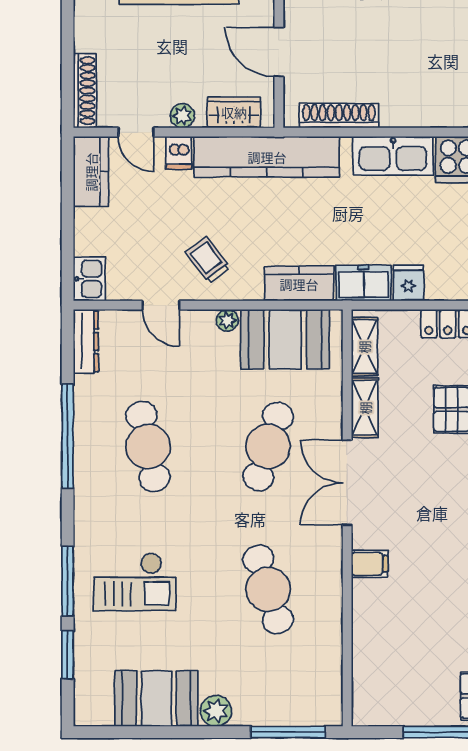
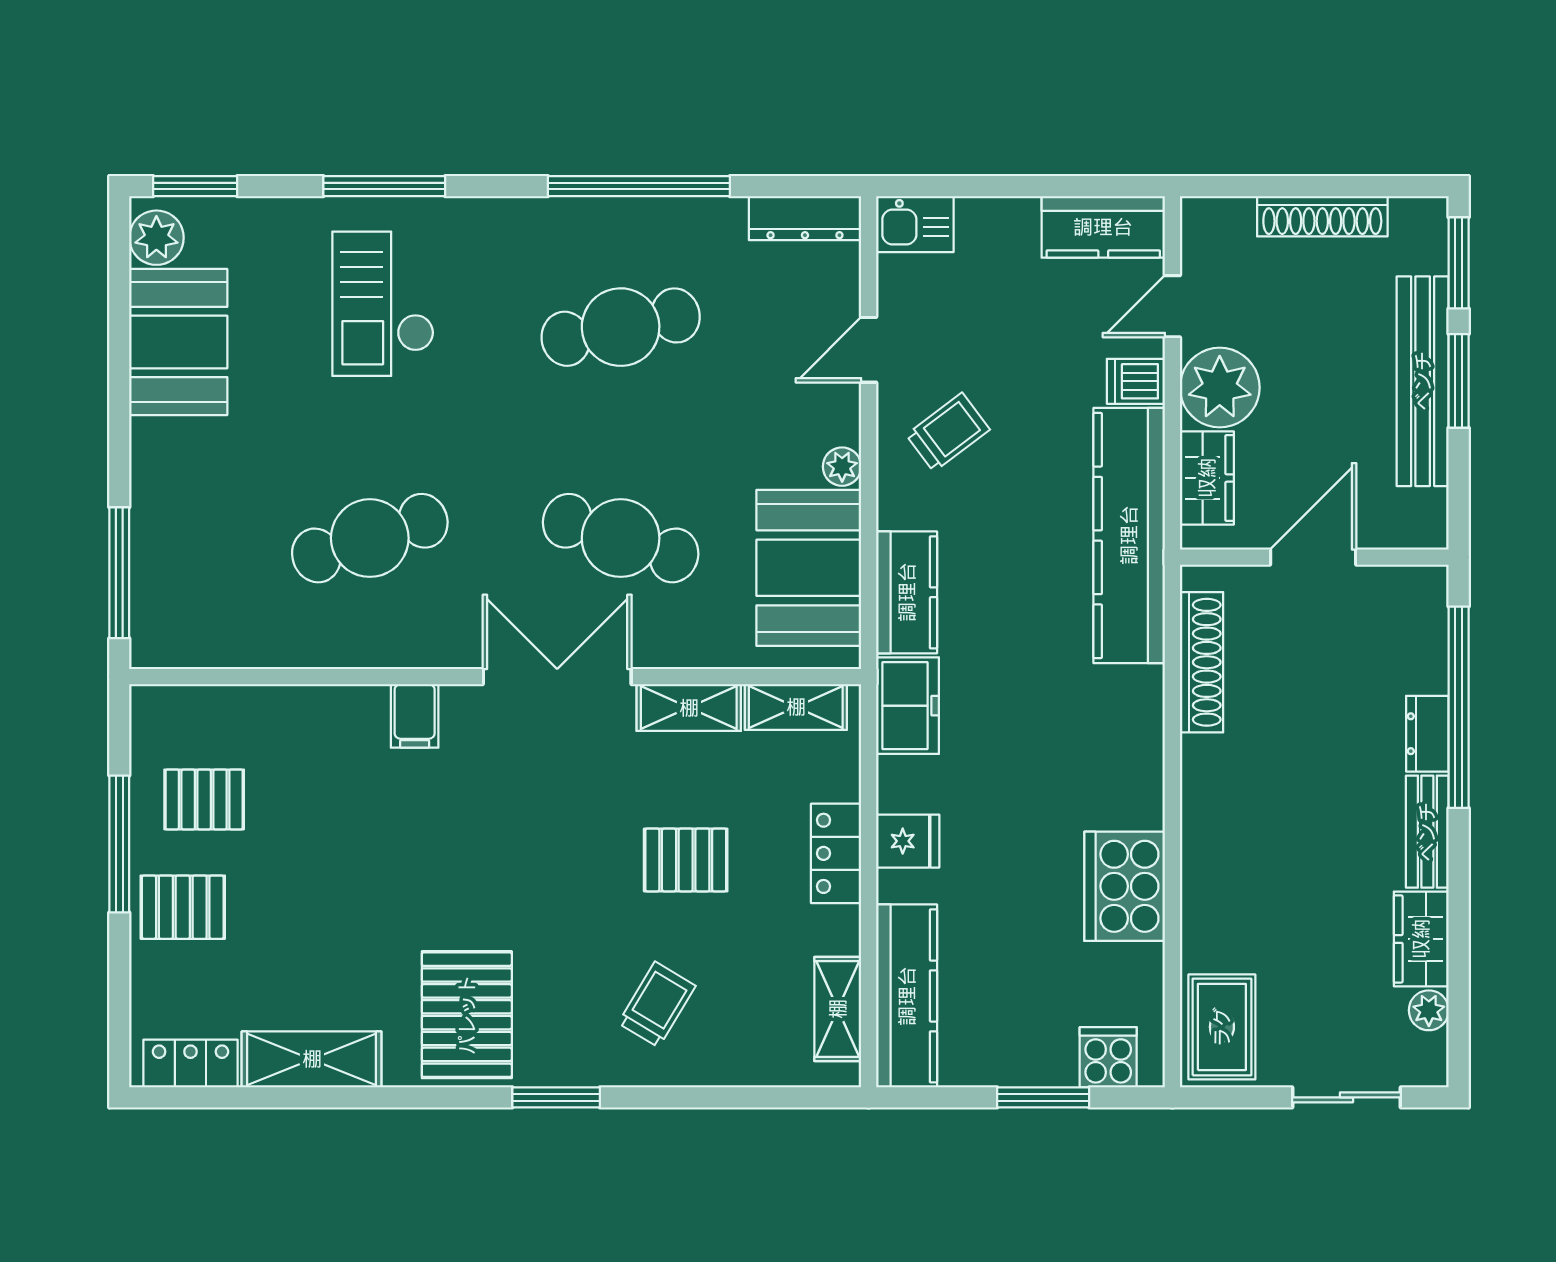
shoe rack: (85, 91) -> (1322, 216), moved
plant: (182, 116) -> (1220, 388), width x1.88, depth x1.88
kitchen sink: (393, 156) -> (1131, 757), removed
fridge: (408, 283) -> (908, 841), moved
window: (68, 655) -> (195, 186), moved
pallet: (417, 684) -> (204, 799), added
plant: (216, 711) -> (156, 238), moved

